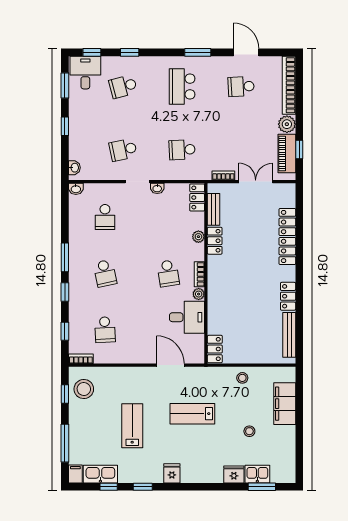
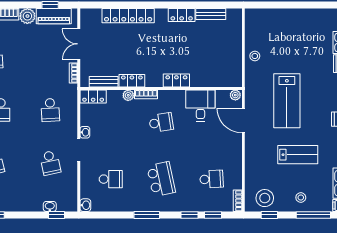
window: (65, 126) -> (56, 215), moved
washbasin: (74, 168) -> (50, 206), moved
school desk: (105, 273) -> (161, 179), width x1.85
bookcase: (199, 274) -> (146, 94), moved
window: (65, 292) -> (190, 215), moved
plant: (199, 294) -> (235, 95), moved
bench: (289, 335) -> (211, 14), width x0.73
locker: (215, 349) -> (176, 81), moved
door: (170, 365) -> (243, 120), hinge flipped
filing cabinet: (285, 404) -> (278, 18), removed
lab bench: (192, 414) -> (287, 101), width x1.36, depth x1.39
lab bench: (132, 426) -> (298, 155), turned 180
stool: (249, 431) -> (301, 198), moved

